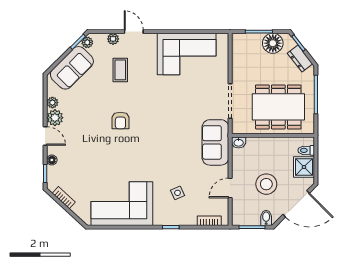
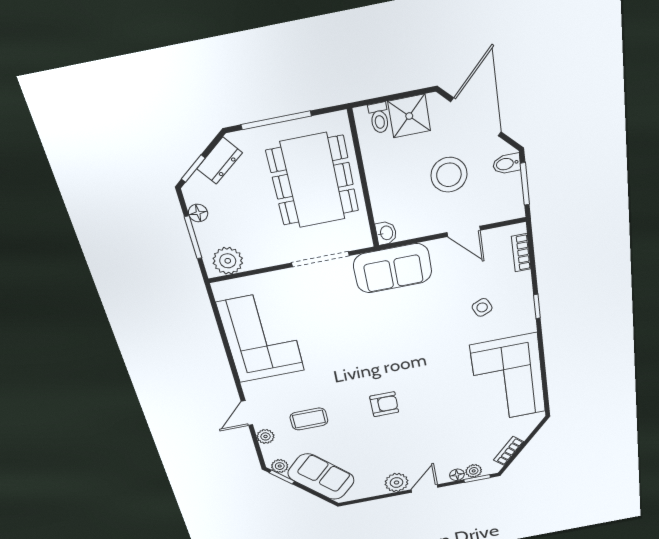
floor lamp: (273, 43) -> (198, 213), width x0.53, depth x0.53
plant: (240, 47) -> (228, 261), added
plant: (52, 103) -> (474, 471), moved

